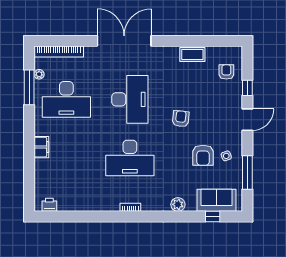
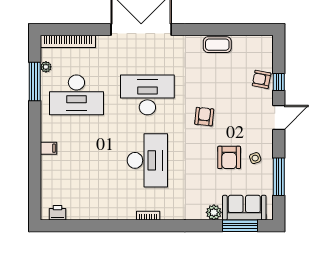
armchair: (226, 72) -> (262, 79), moved, turned -79
desk: (130, 99) -> (147, 95), turned -90
filing cabinet: (41, 147) -> (48, 148), width x0.50
desk: (130, 158) -> (147, 160), turned -90
plant: (178, 204) -> (214, 212), moved
window: (213, 216) -> (240, 226), width x2.17

